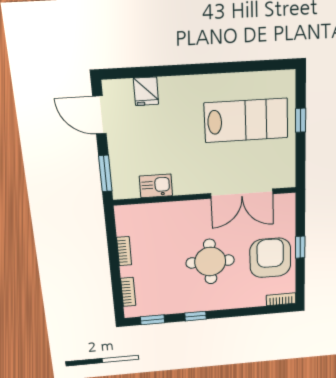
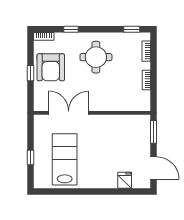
lab bench: (246, 120) -> (65, 159), turned 90
kitchen sink: (156, 186) -> (123, 122), removed
round table: (210, 262) -> (96, 57), moved
window: (195, 316) -> (71, 29), moved

